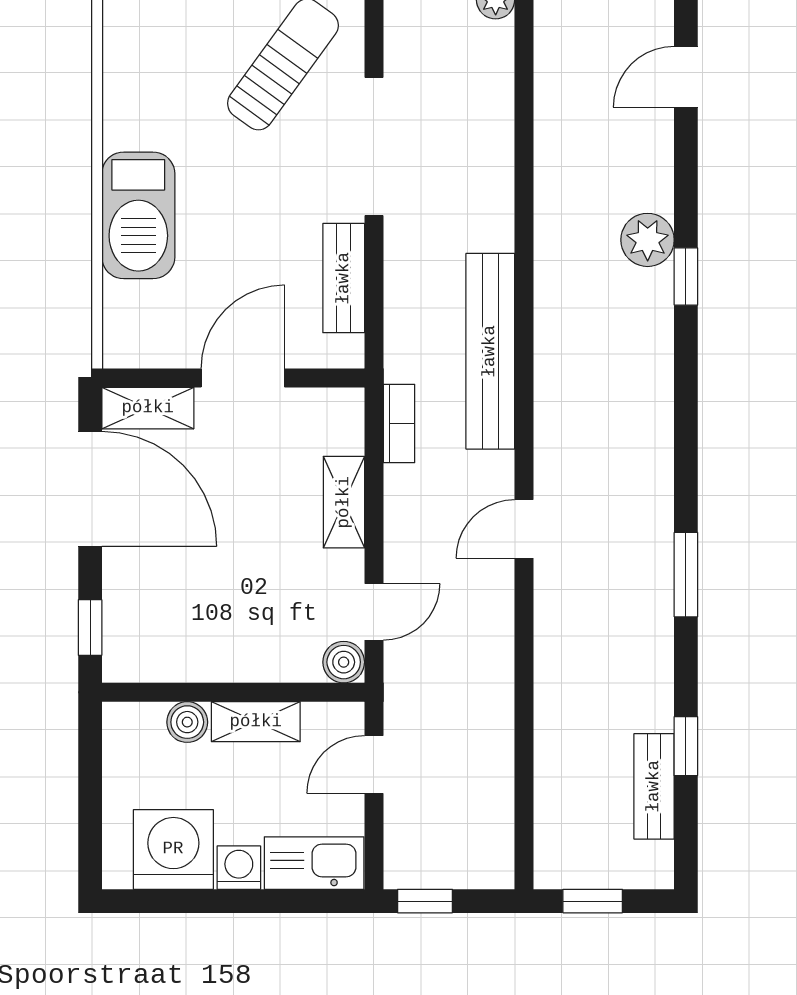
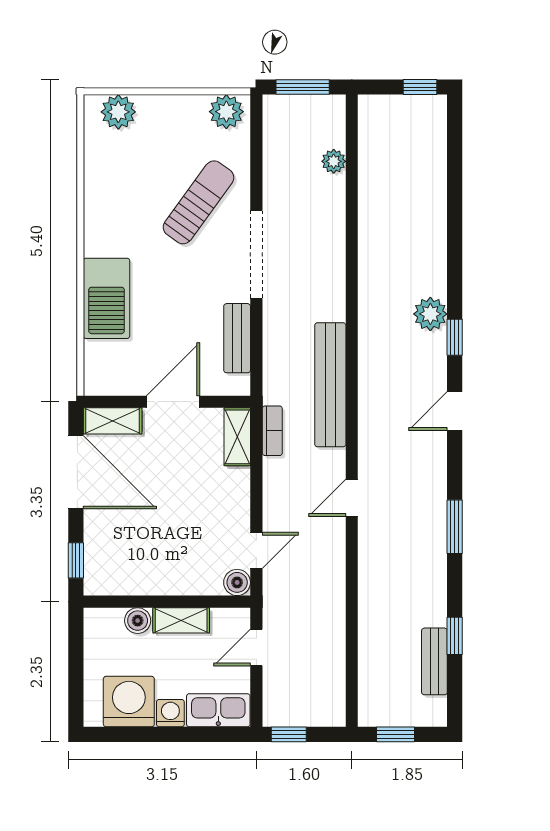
door: (686, 77) -> (455, 411), moved
shelving: (344, 502) -> (237, 437), moved

